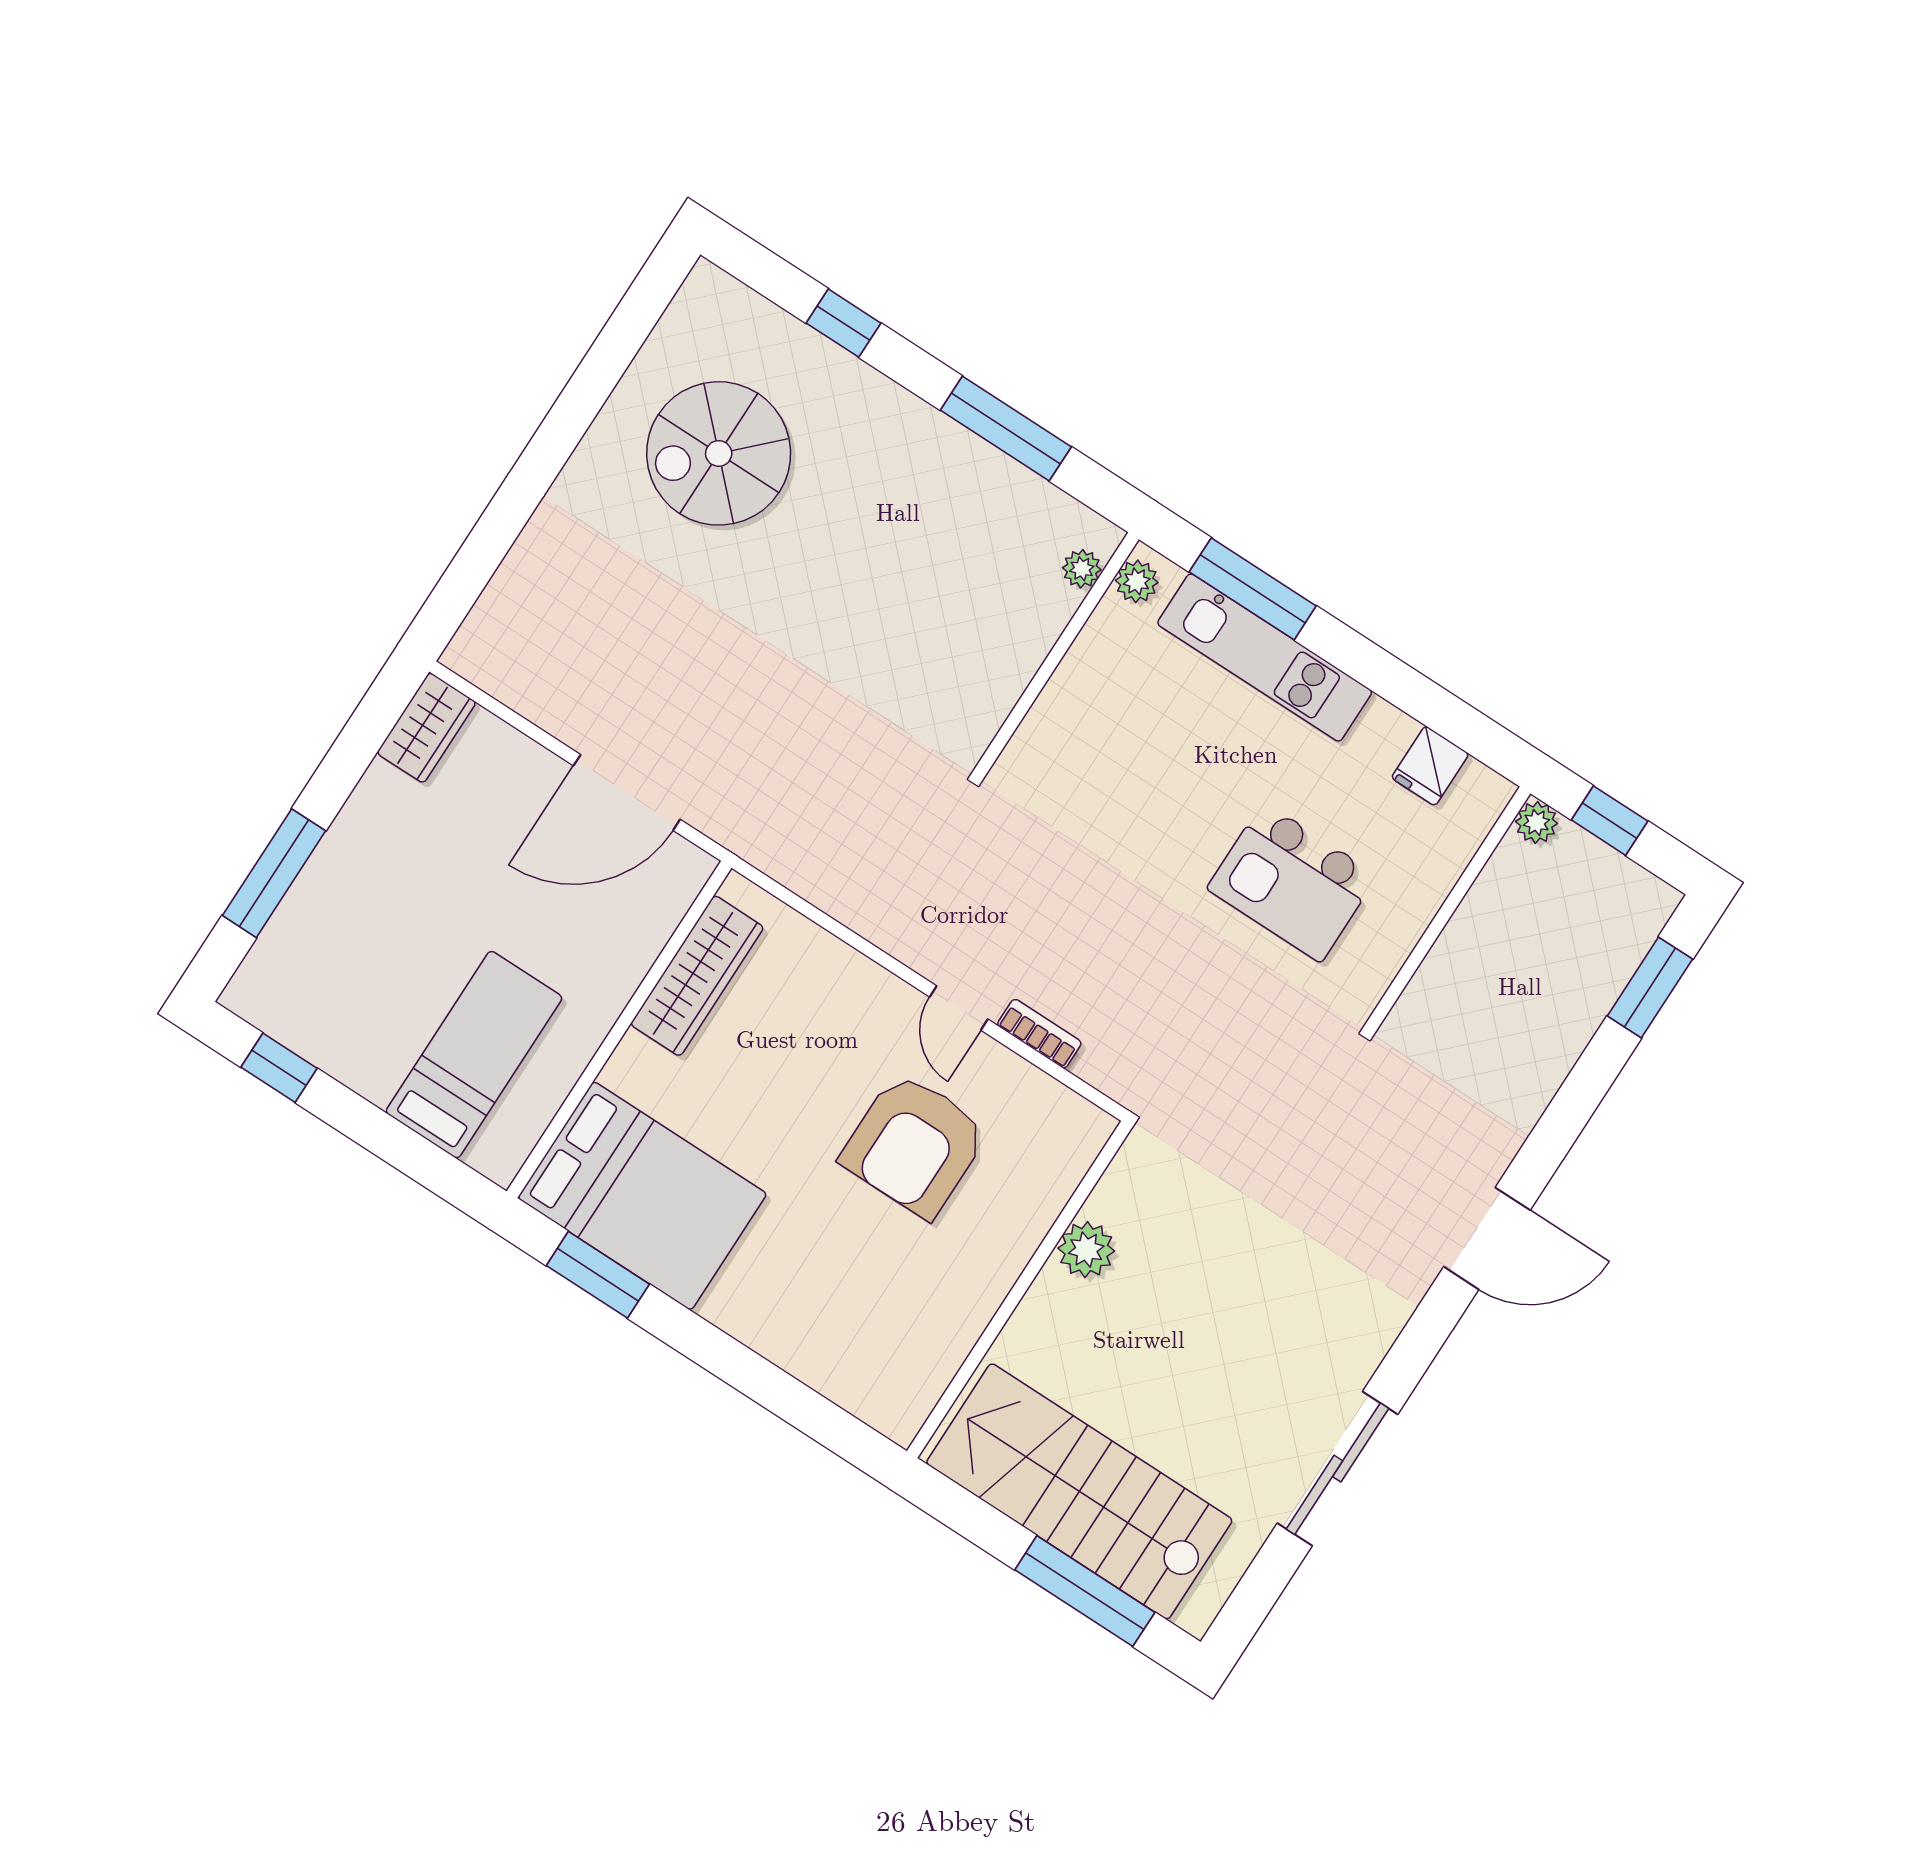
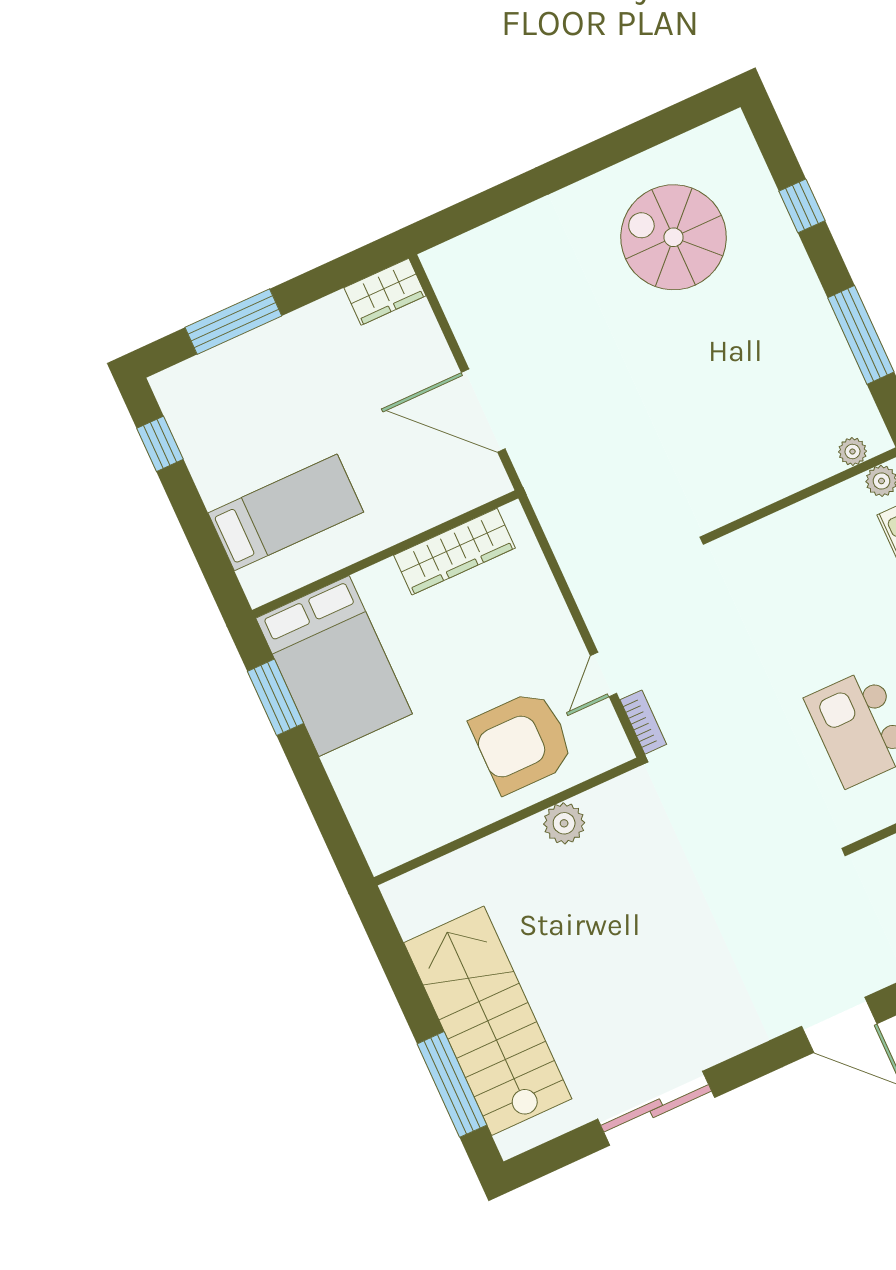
plant: (1086, 1250) -> (564, 823), moved
wall: (1019, 1289) -> (507, 822), moved

